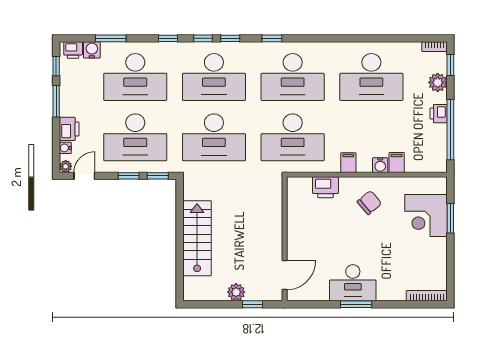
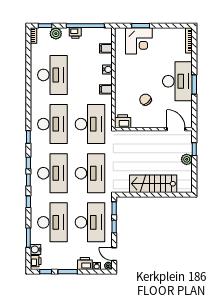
filing cabinet: (397, 163) -> (106, 48), moved
printer: (325, 187) -> (123, 121), moved, turned -90
chair: (369, 203) -> (146, 100), moved
desk: (353, 283) -> (177, 81), width x1.36, depth x1.30

